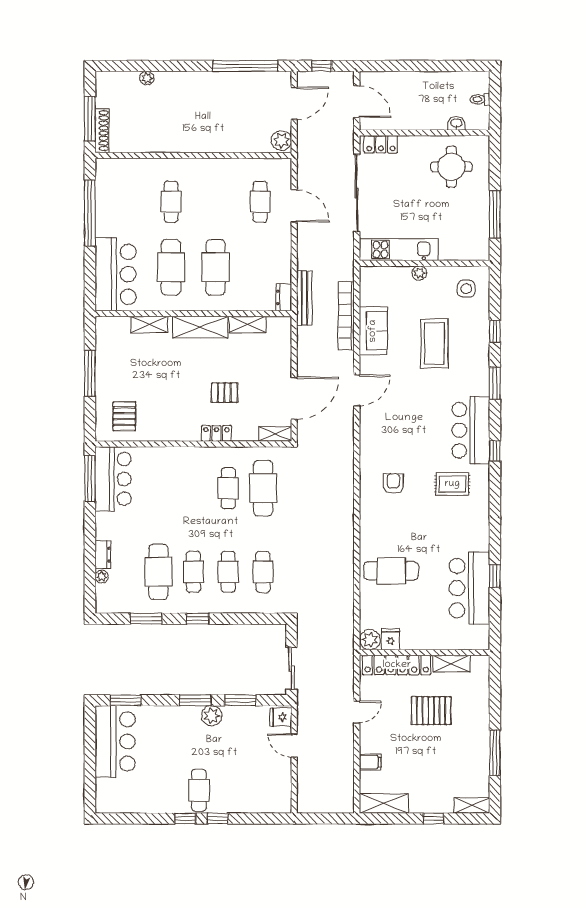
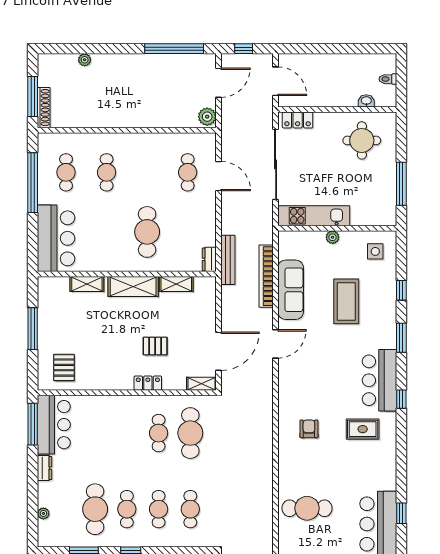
cafe table: (171, 267) -> (66, 172), moved, width x0.73, depth x0.74
sofa: (373, 331) -> (291, 290), width x1.36
dresser: (103, 555) -> (45, 468), moved

